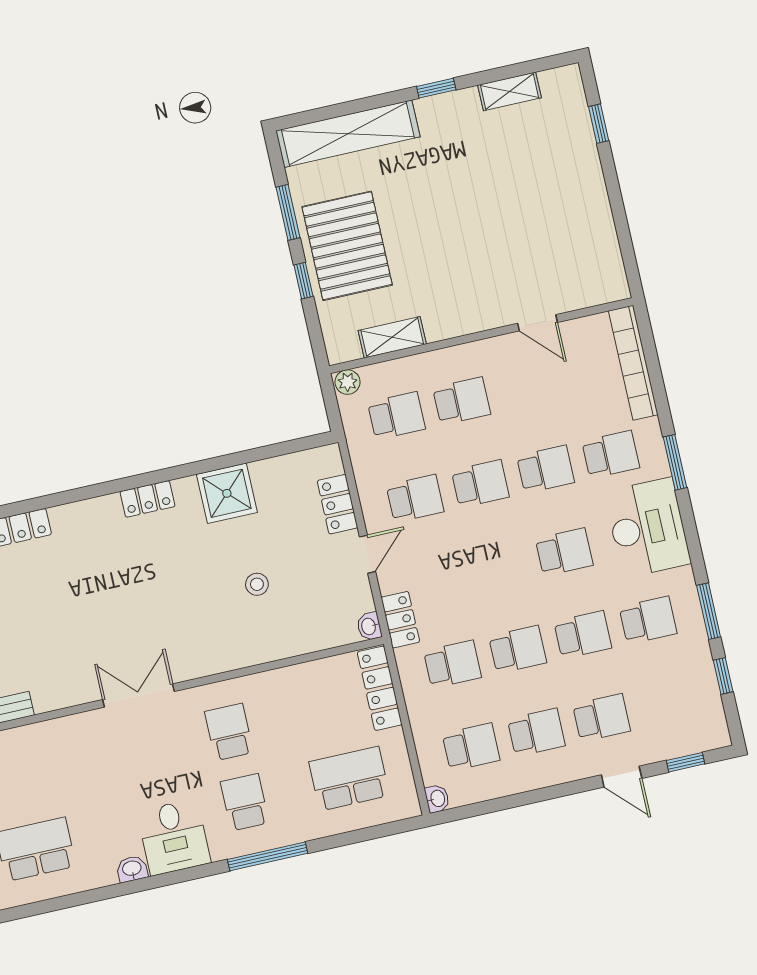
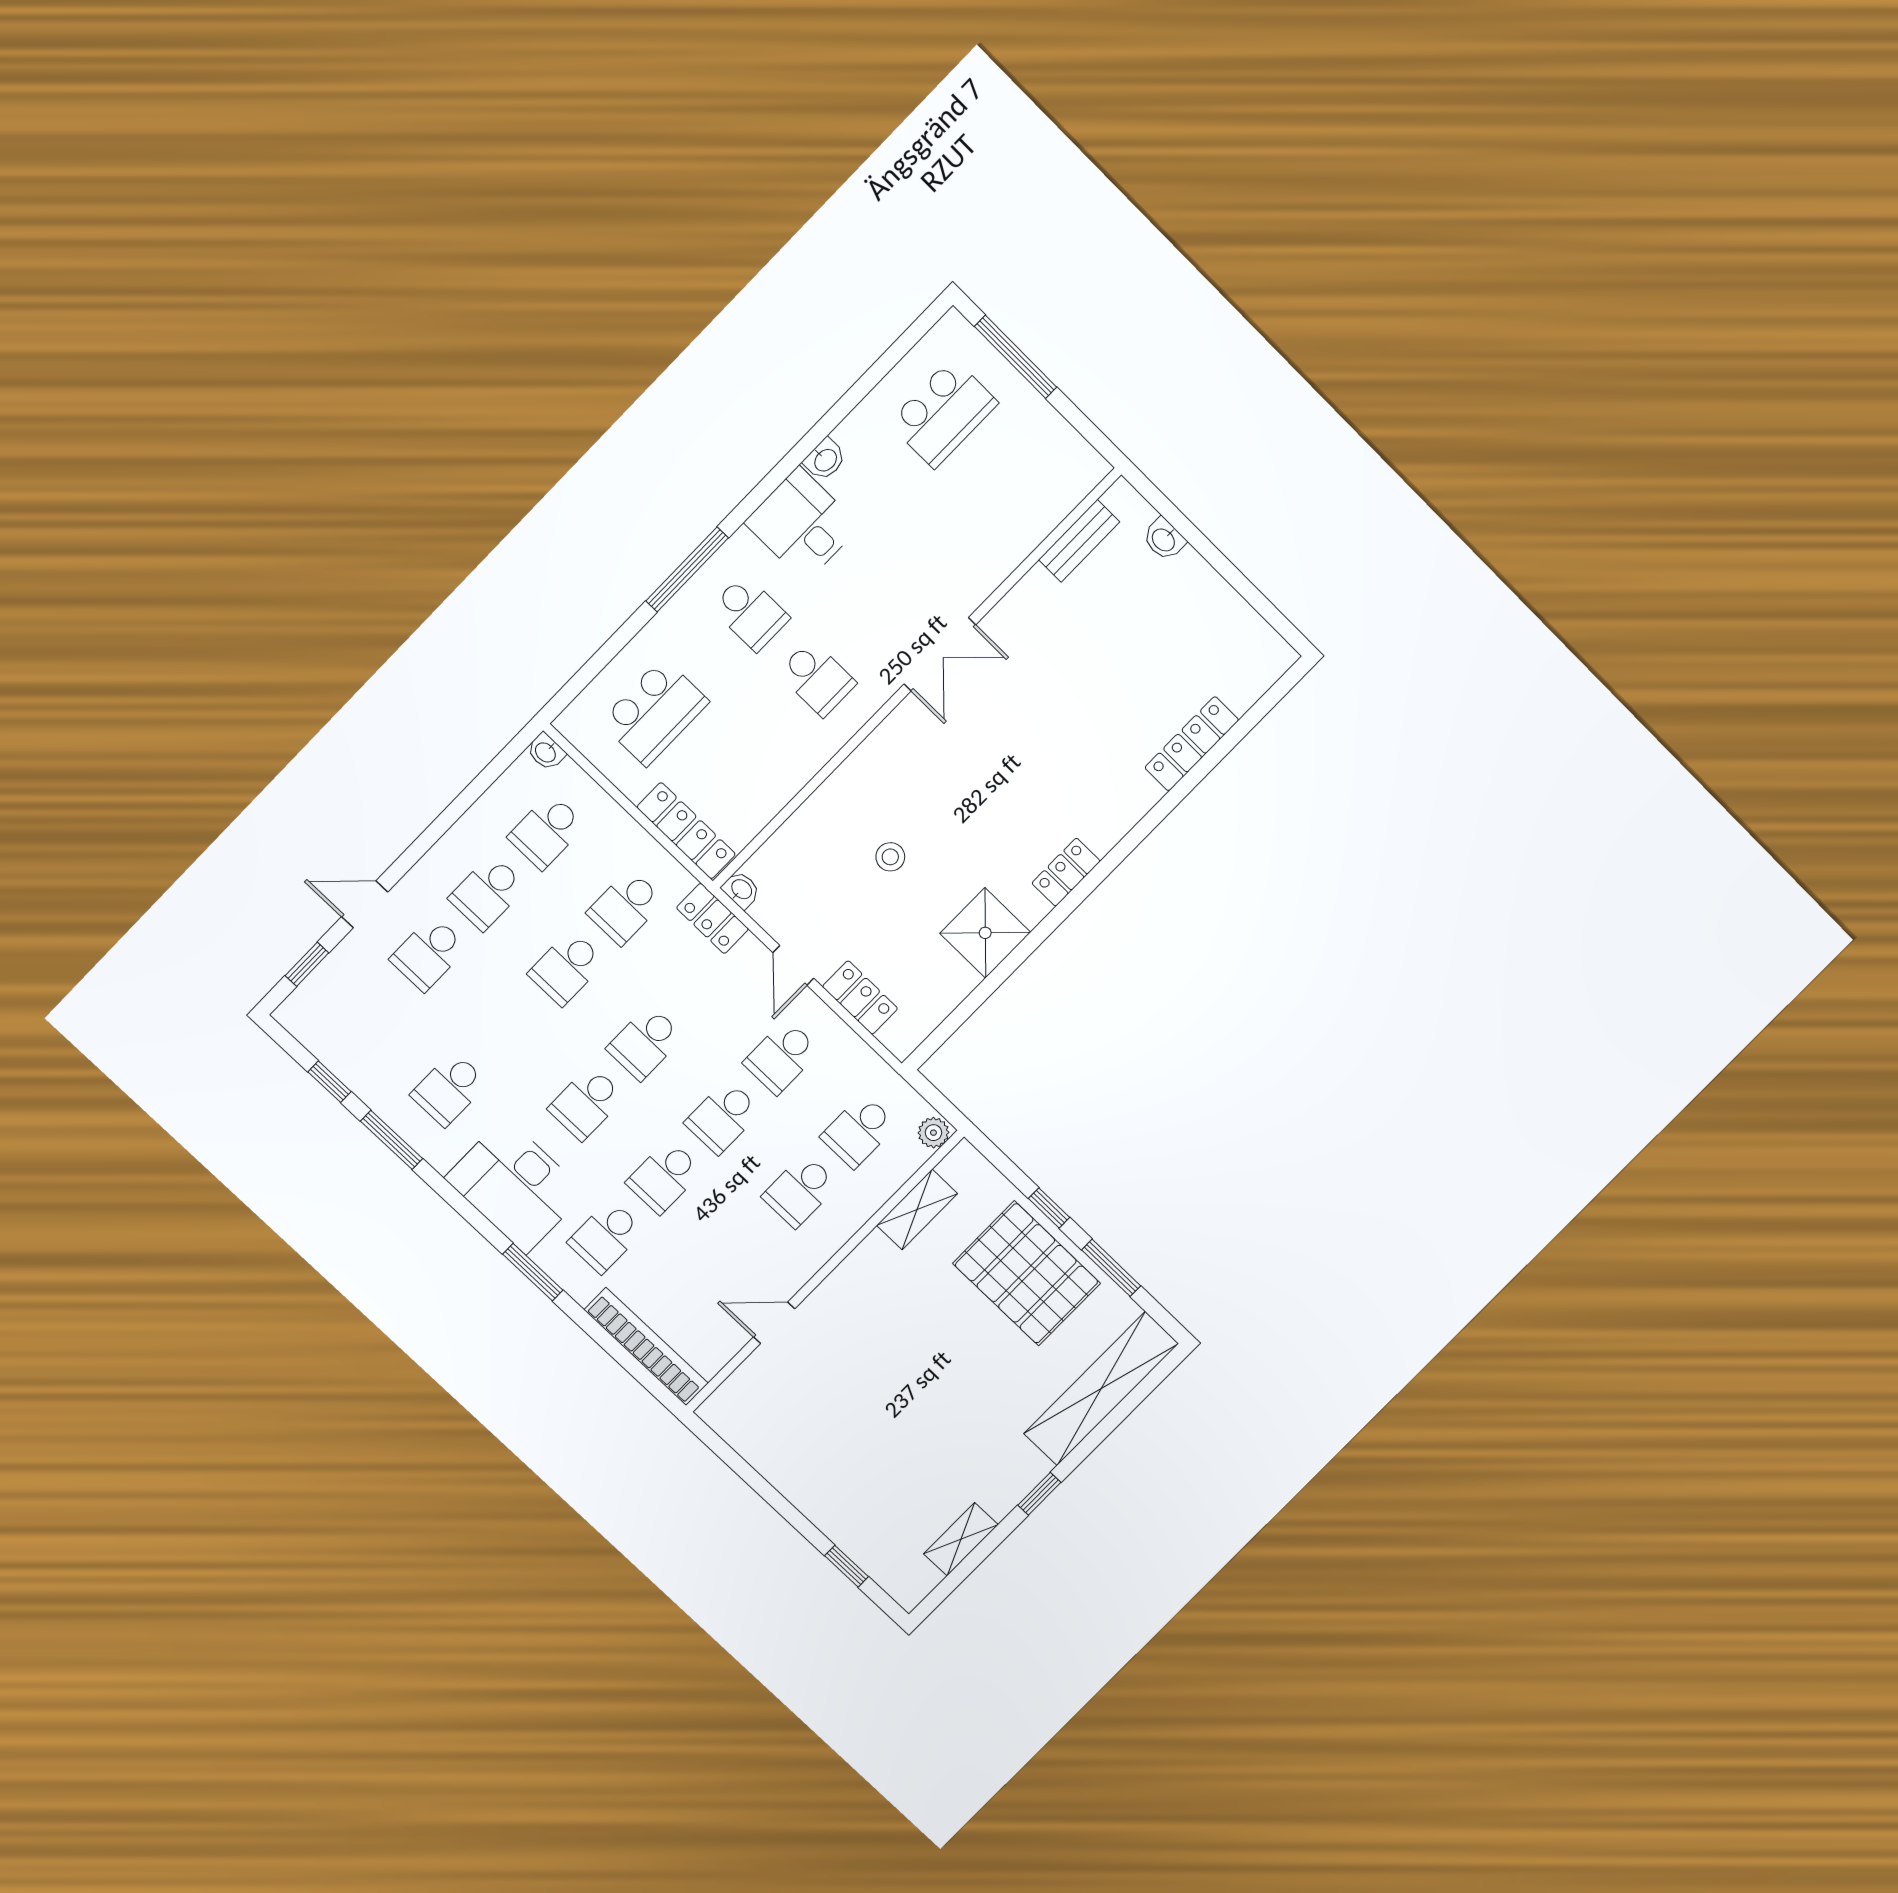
school desk: (583, 635) -> (645, 1043), moved

